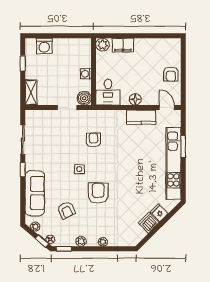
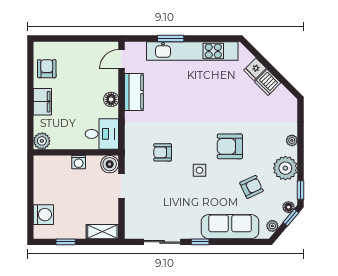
filing cabinet: (123, 45) -> (42, 102), moved
armchair: (171, 74) -> (47, 69), moved, turned -90
plant: (81, 241) -> (285, 168), width x1.87, depth x1.87

